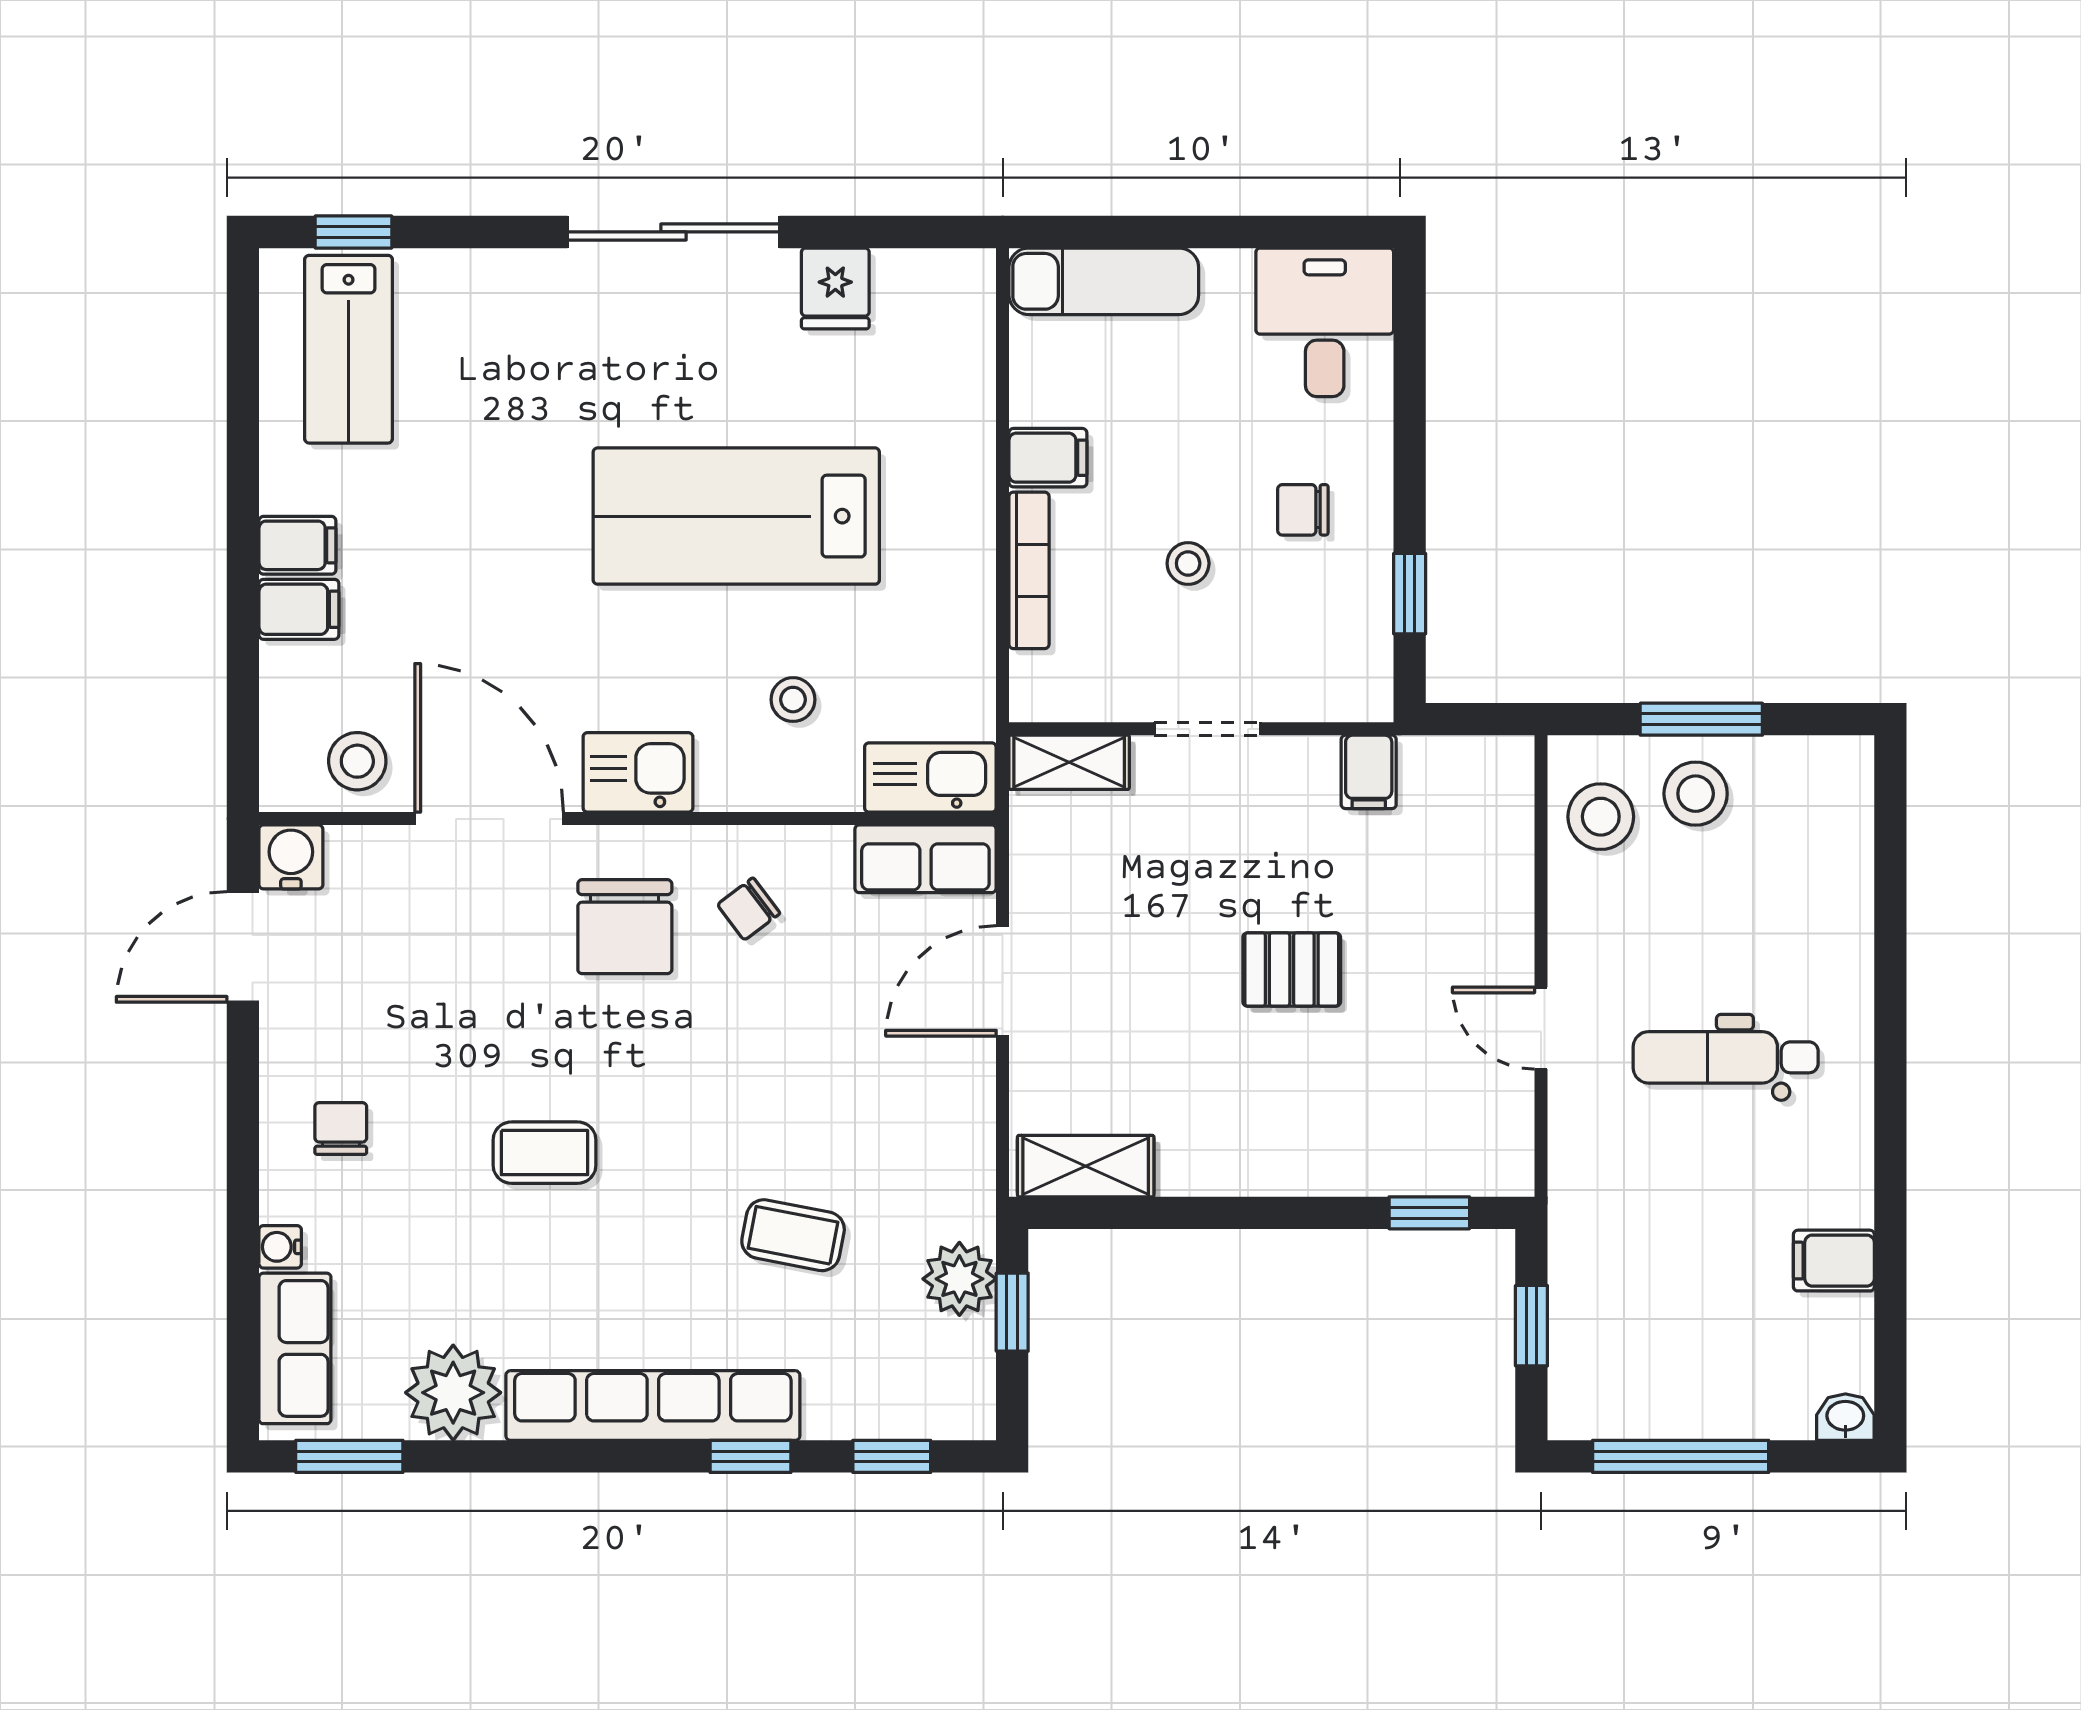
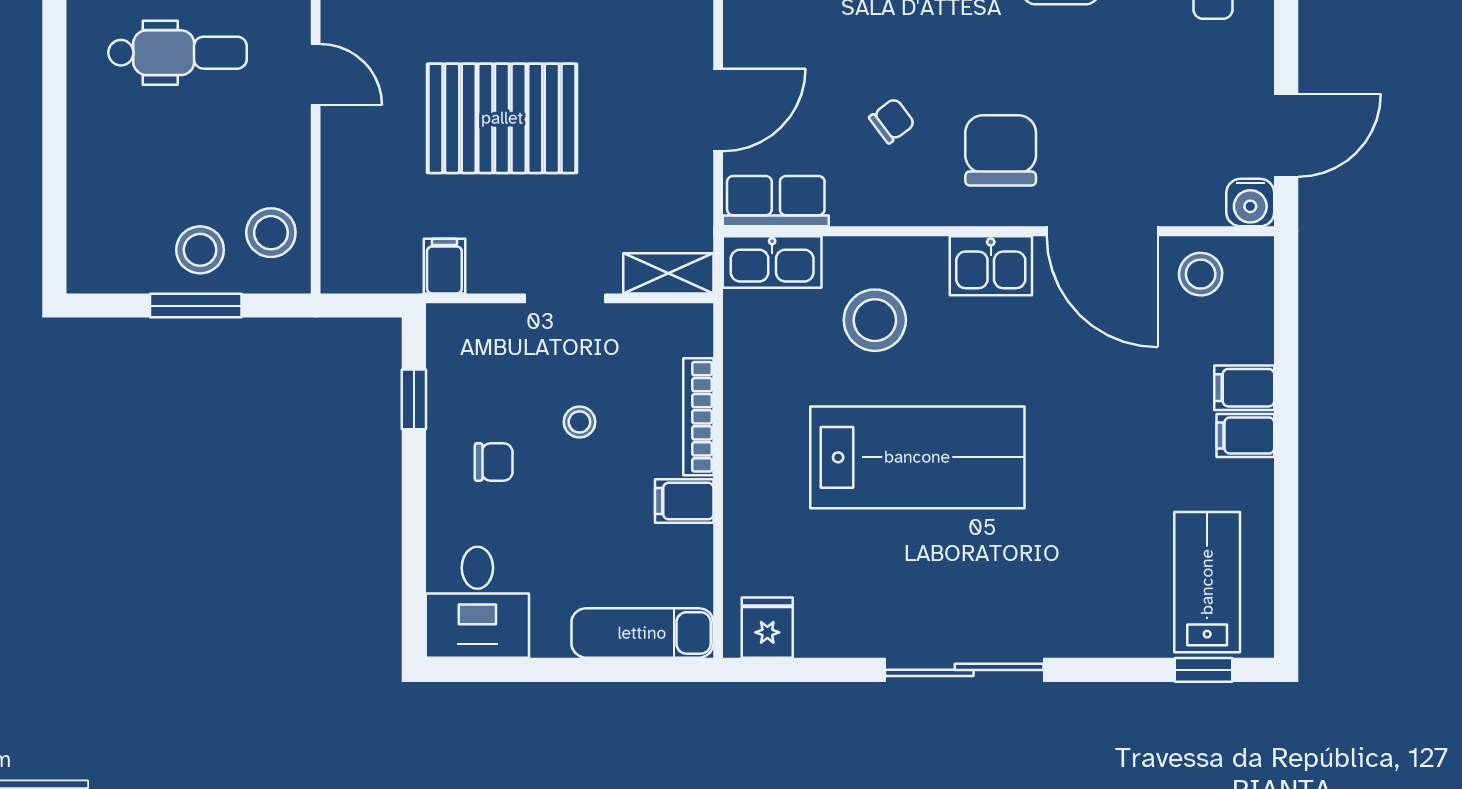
fridge: (835, 289) -> (767, 628), moved
stool: (793, 700) -> (875, 320), width x1.89, depth x1.89
chair: (749, 909) -> (892, 121), moved
pallet: (1292, 970) -> (502, 118), width x2.05, depth x2.00

